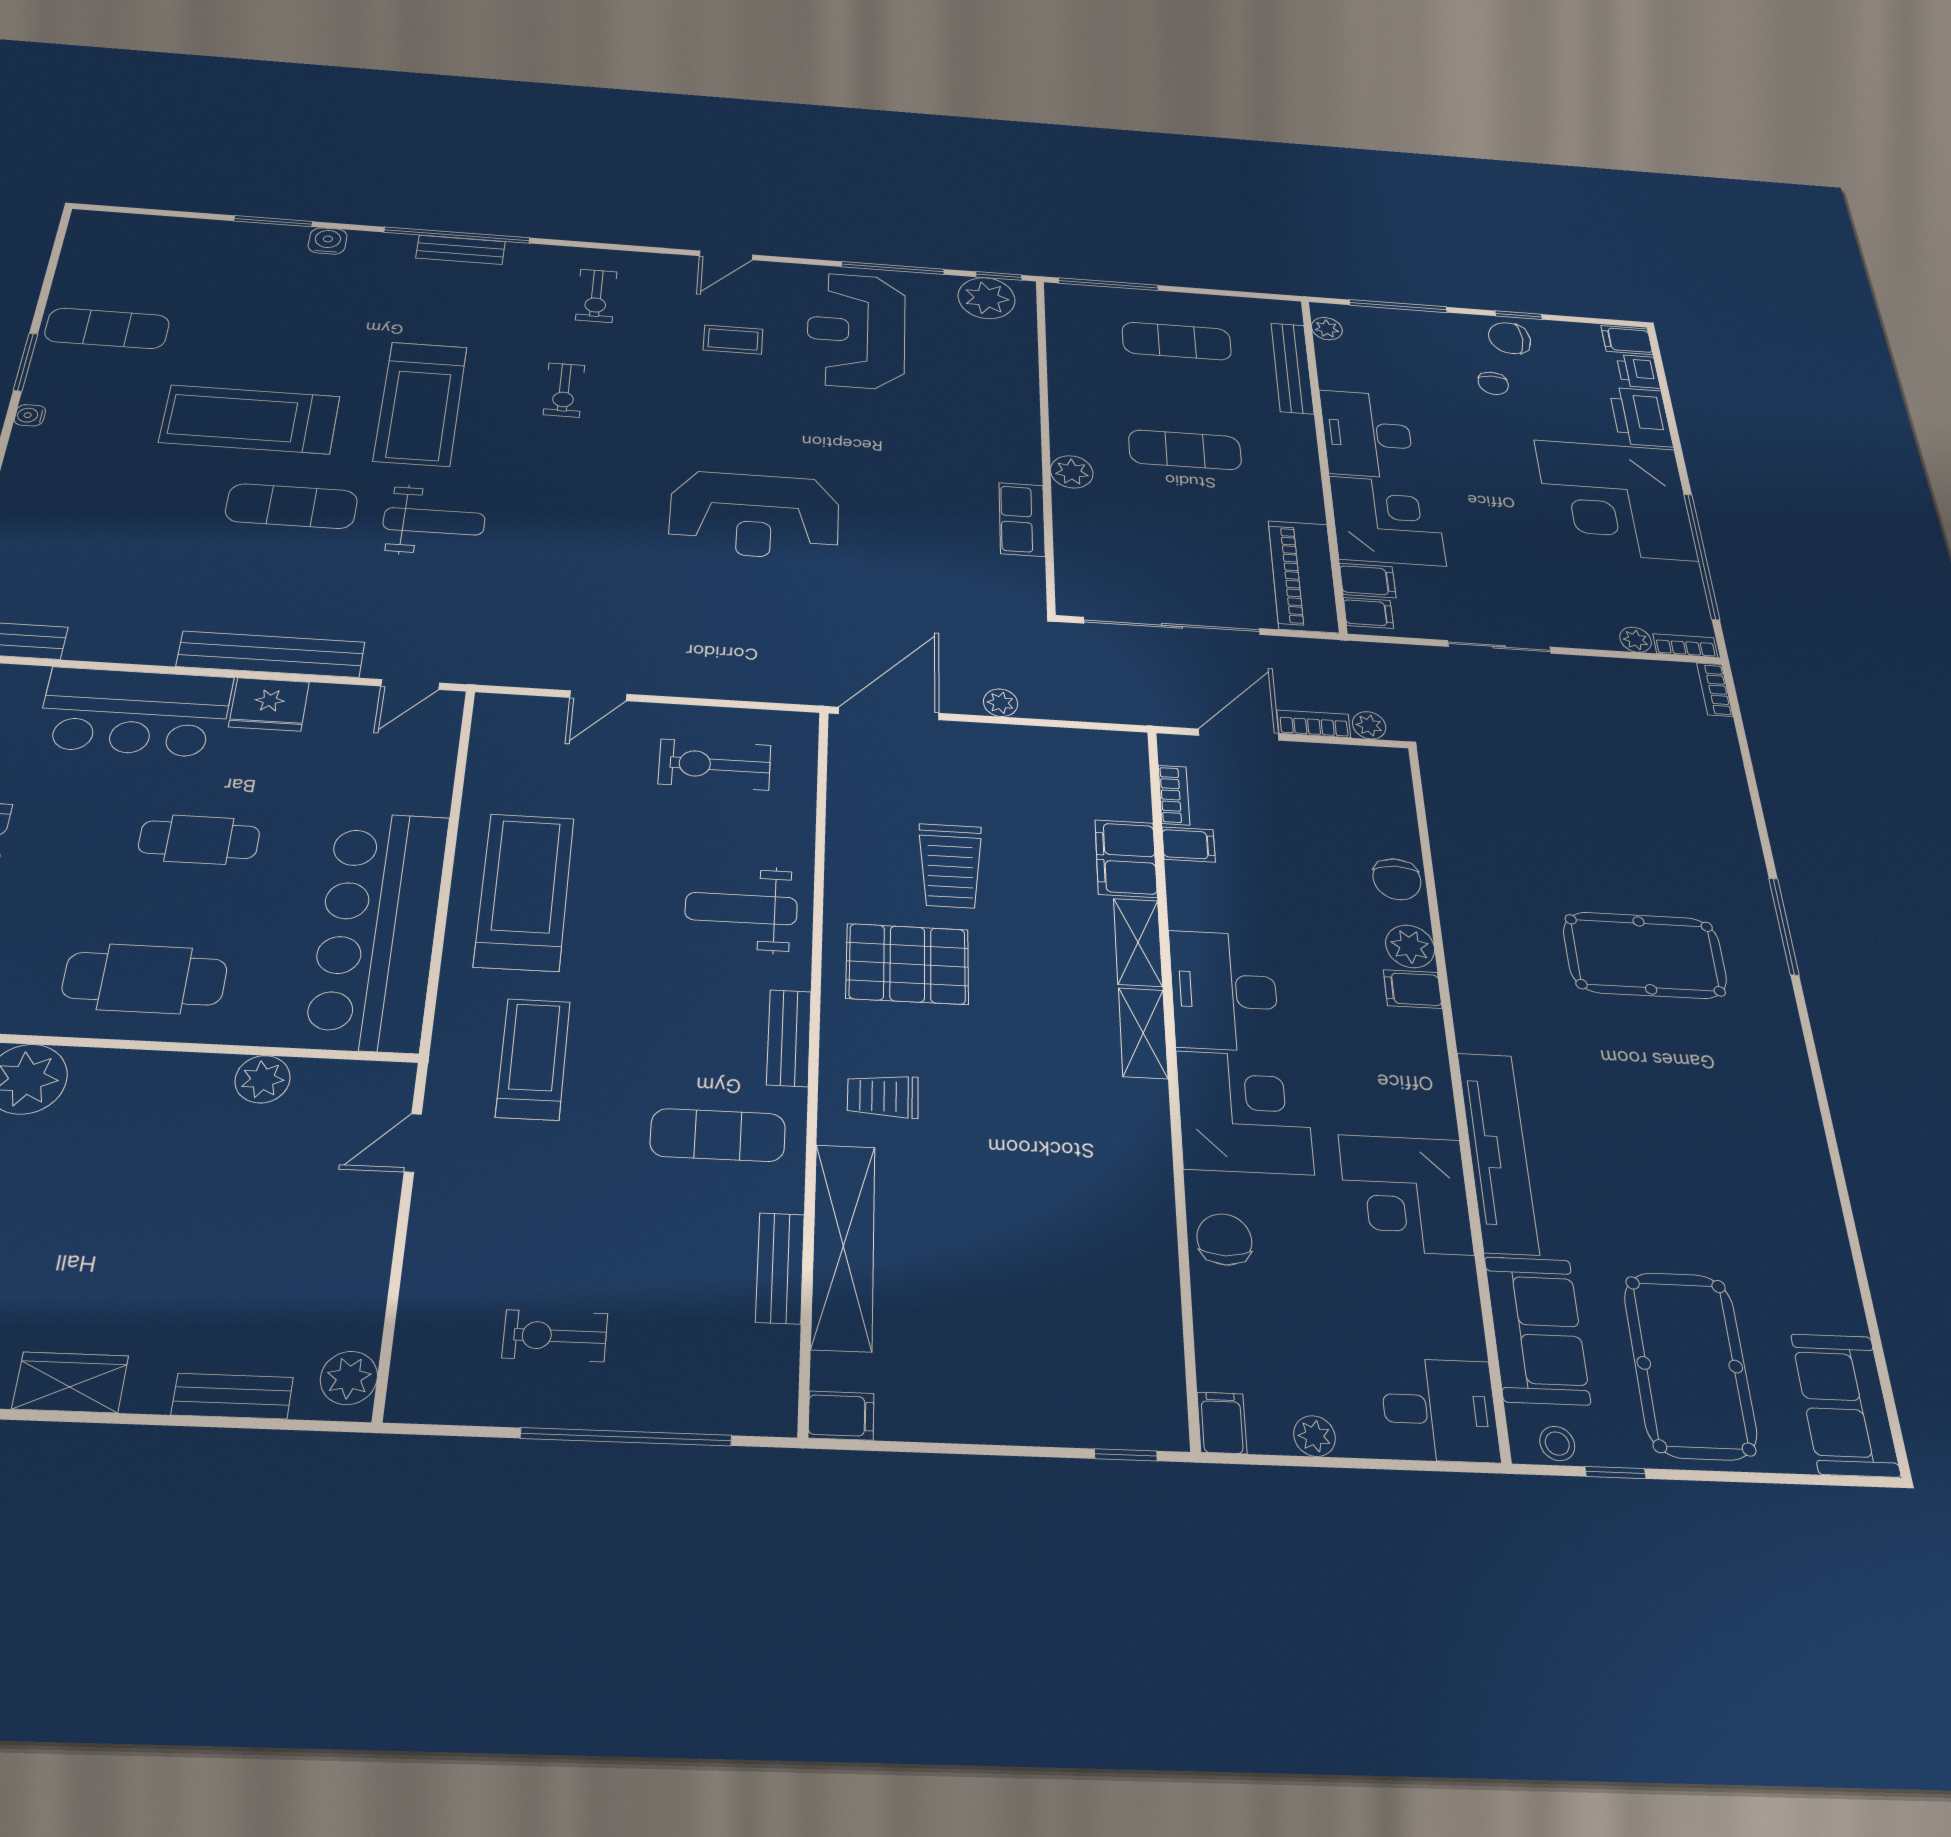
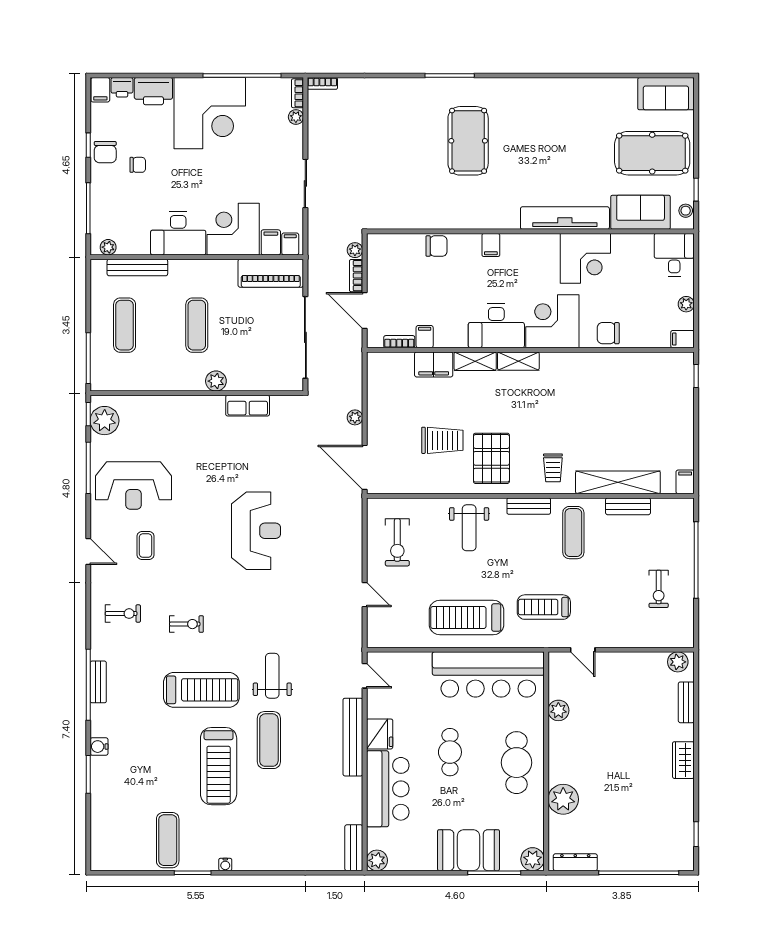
plant: (1410, 946) -> (470, 244), removed

